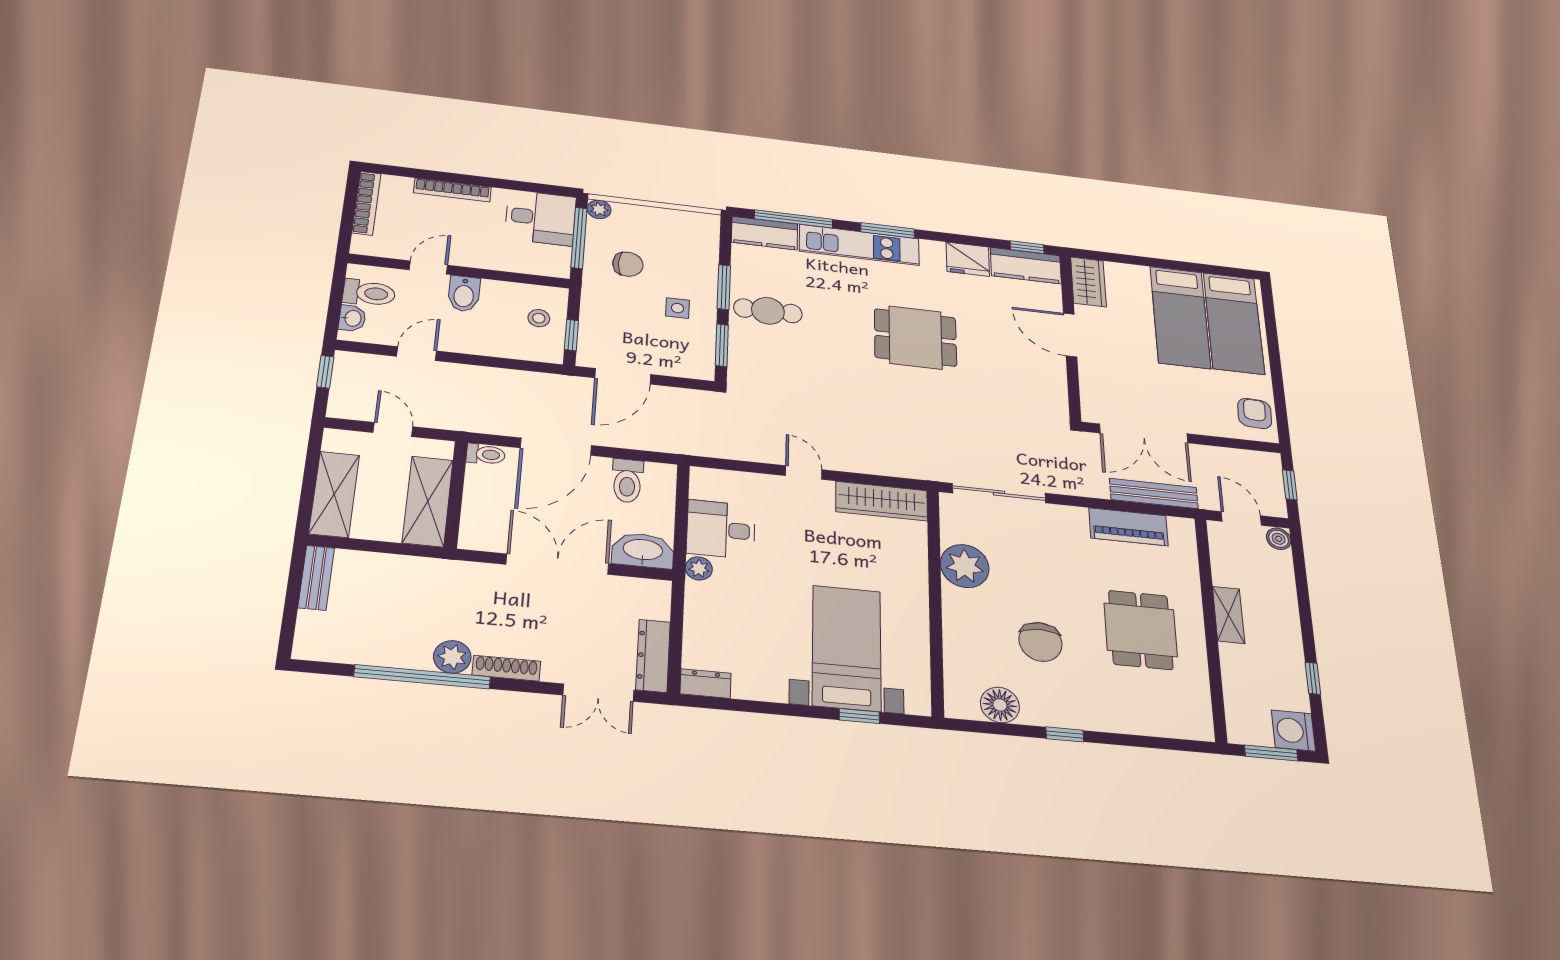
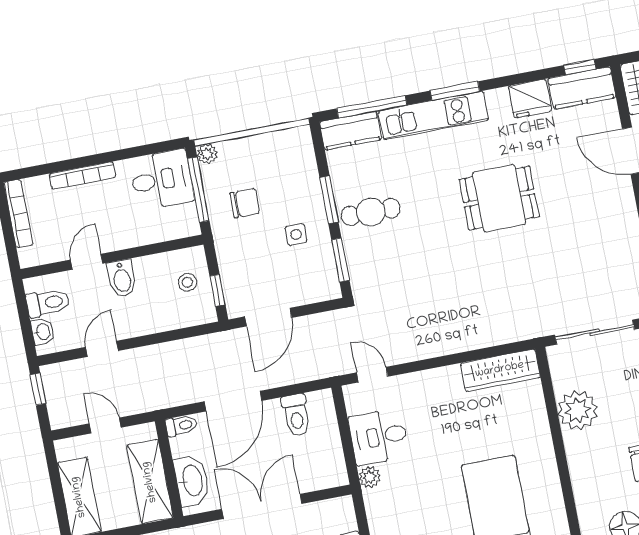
door: (804, 473) -> (372, 375), moved
washbasin: (643, 550) -> (192, 481), moved, turned 90

